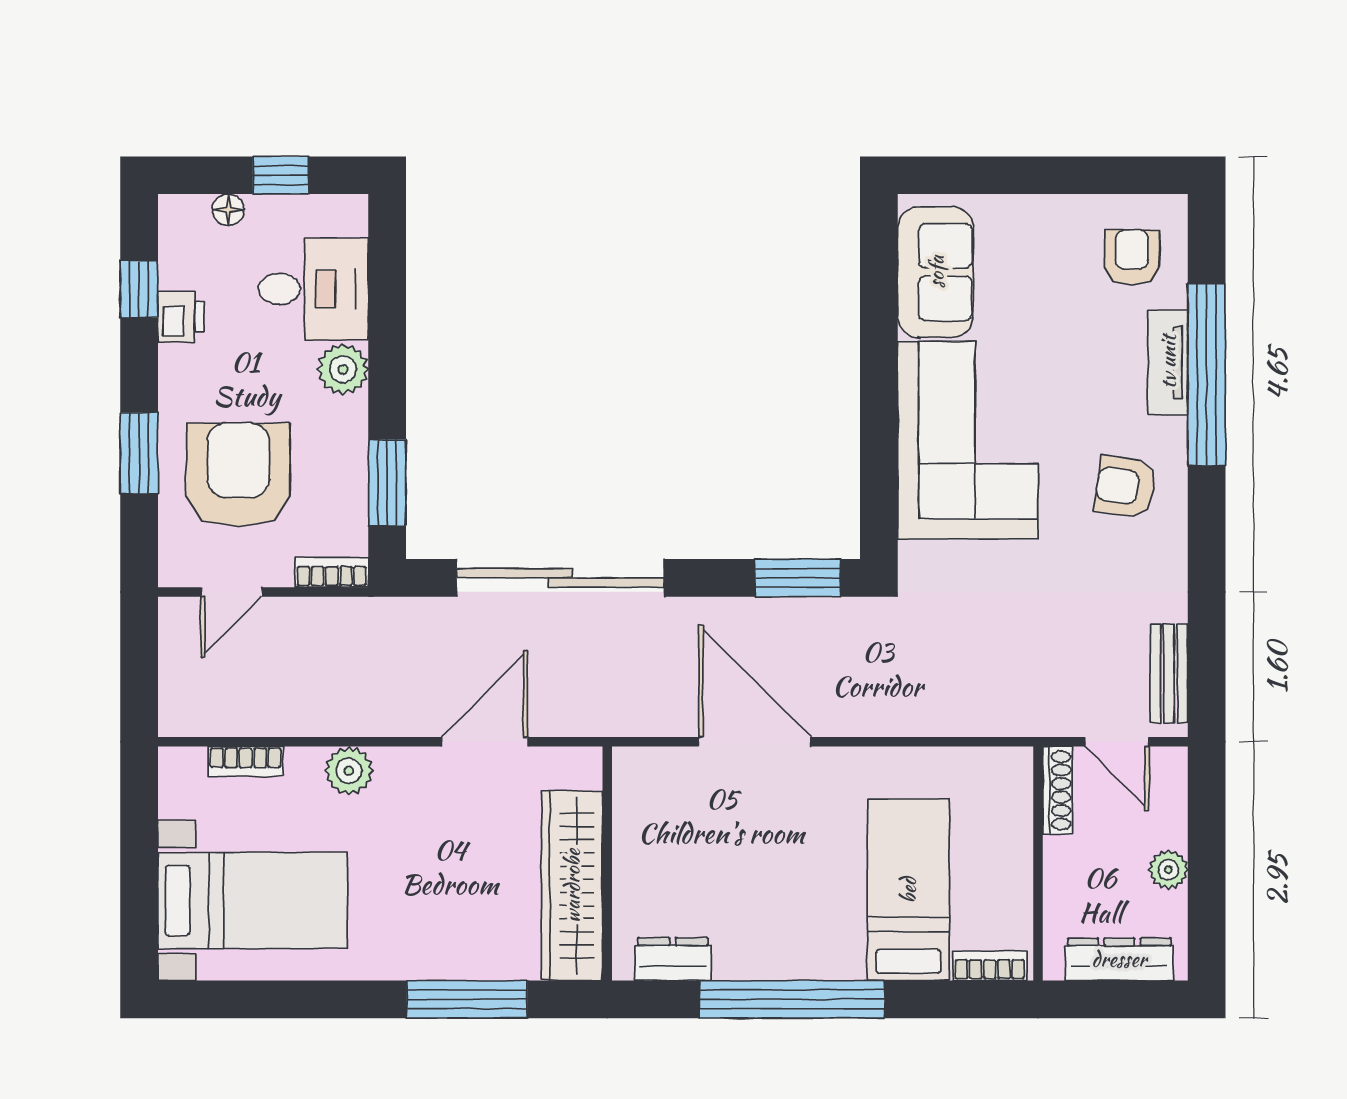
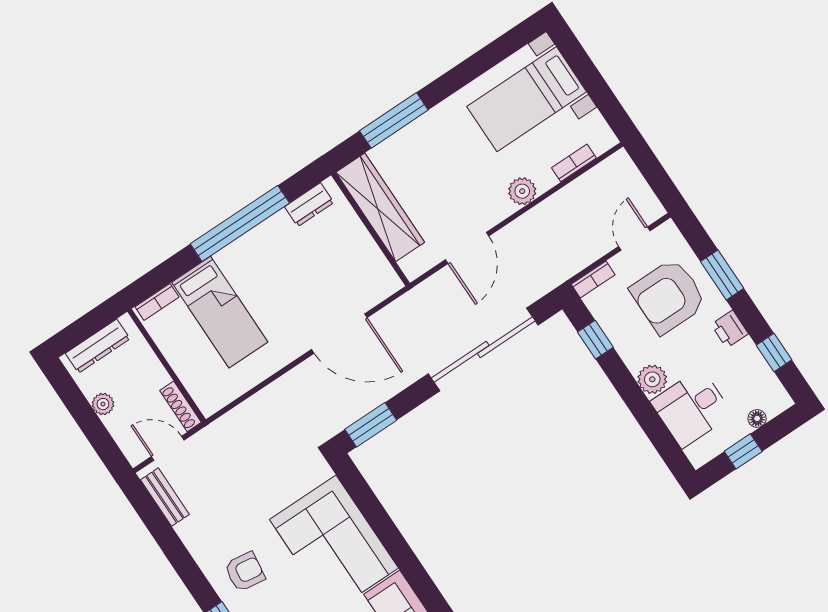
printer: (181, 317) -> (730, 329), moved
armchair: (238, 475) -> (668, 296), turned 90
window: (387, 483) -> (595, 340), width x0.67

